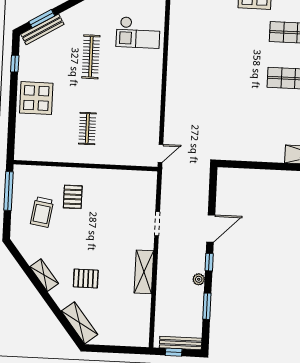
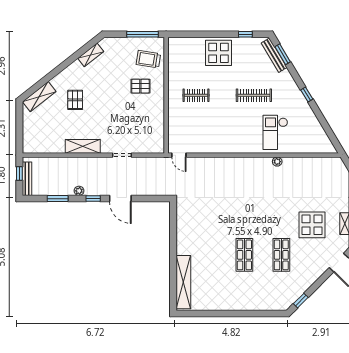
plant: (174, 32) -> (277, 162), added
trolley: (42, 212) -> (148, 59), moved
shelving: (44, 275) -> (91, 55), moved

